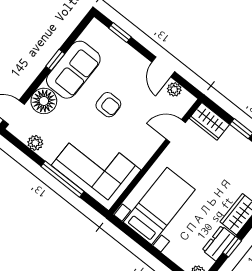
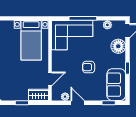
sofa: (73, 70) -> (116, 85), moved

